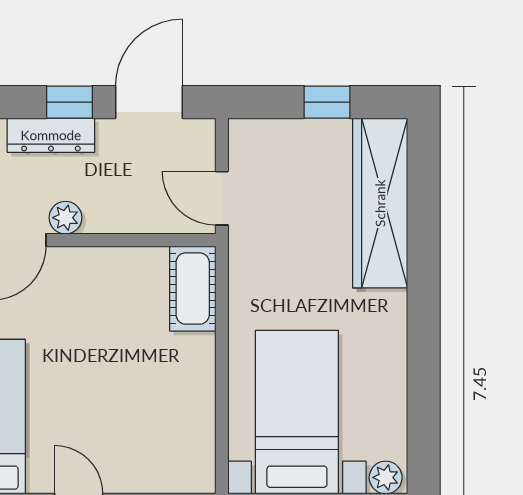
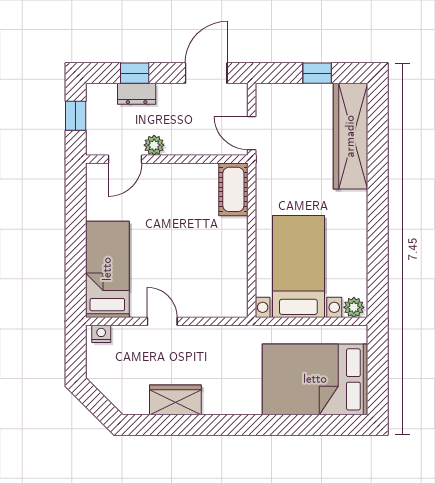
window: (69, 102) -> (135, 73), moved
dresser: (51, 135) -> (137, 94), width x0.70

